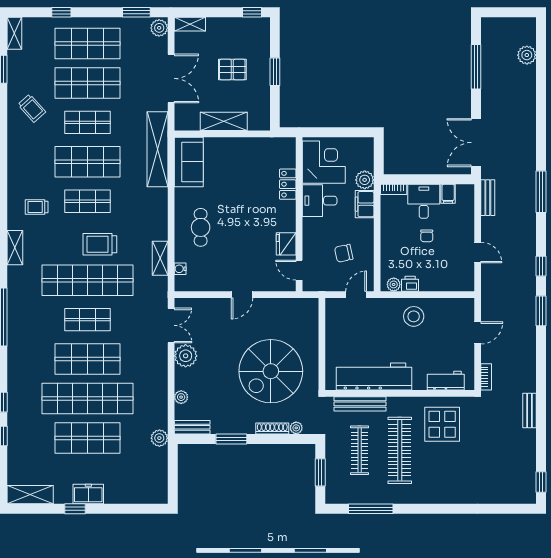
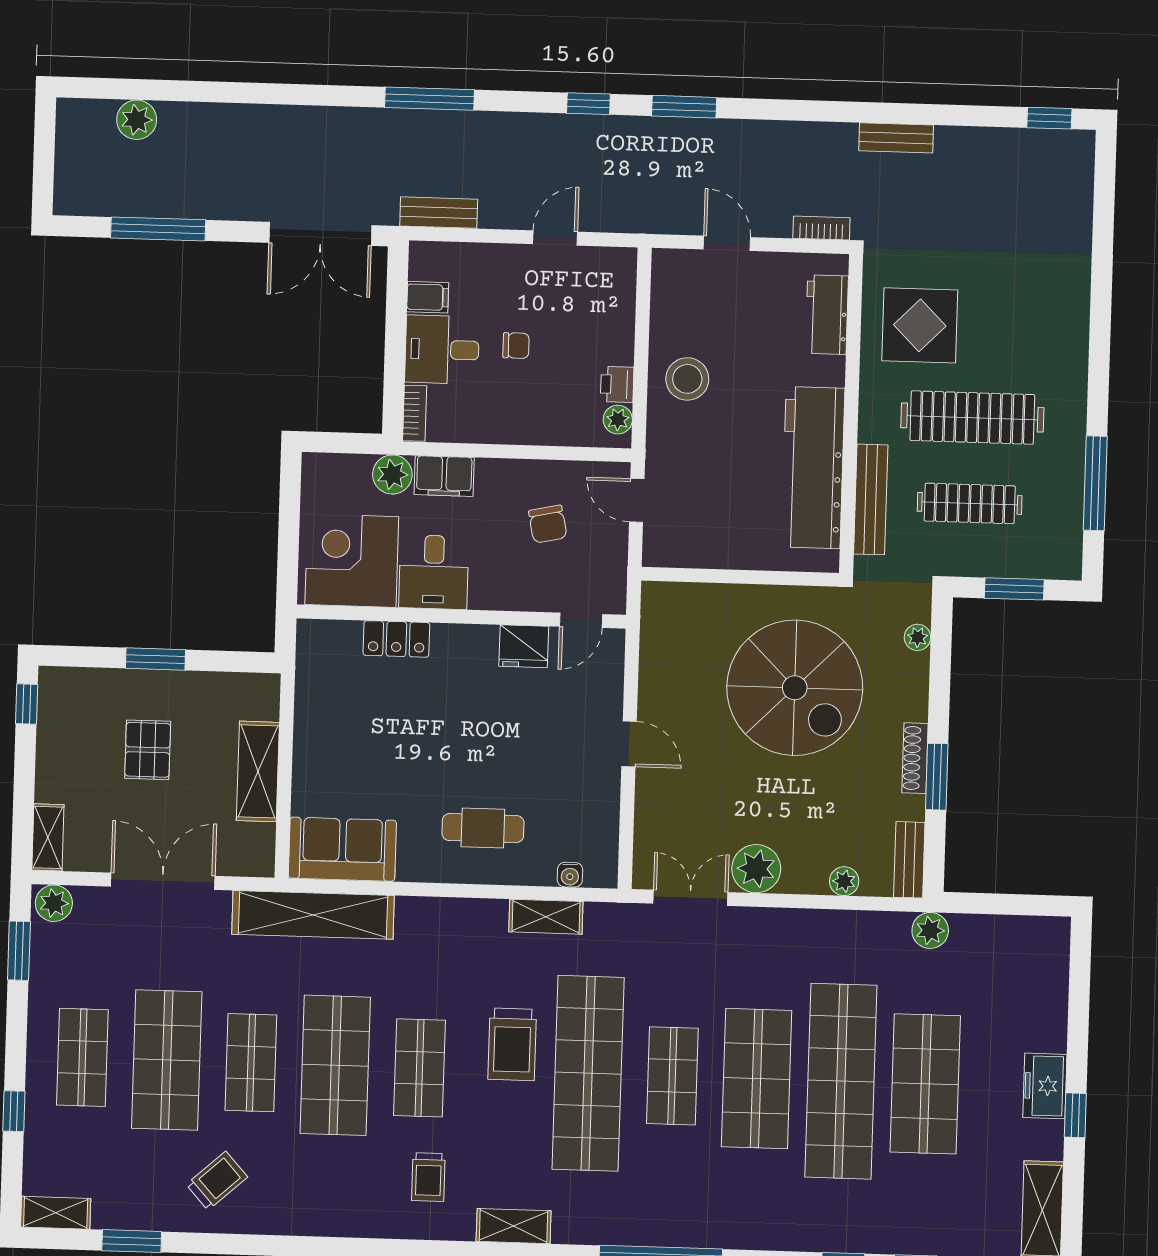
shop shelf: (87, 43) -> (82, 1057), width x0.70, depth x0.74
shoe rack: (272, 428) -> (915, 758), moved

